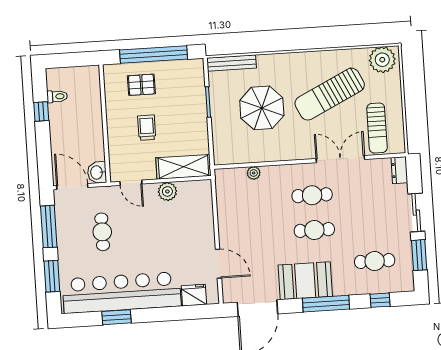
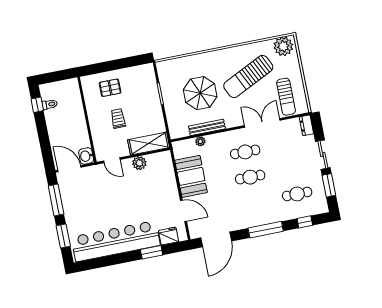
window: (154, 54) -> (116, 65), removed
bench: (232, 63) -> (207, 127), moved
window: (41, 111) -> (37, 105), moved
cafe table: (102, 232) -> (96, 199), removed
booth: (305, 281) -> (191, 176), moved, turned 90
window: (117, 317) -> (152, 252), moved

